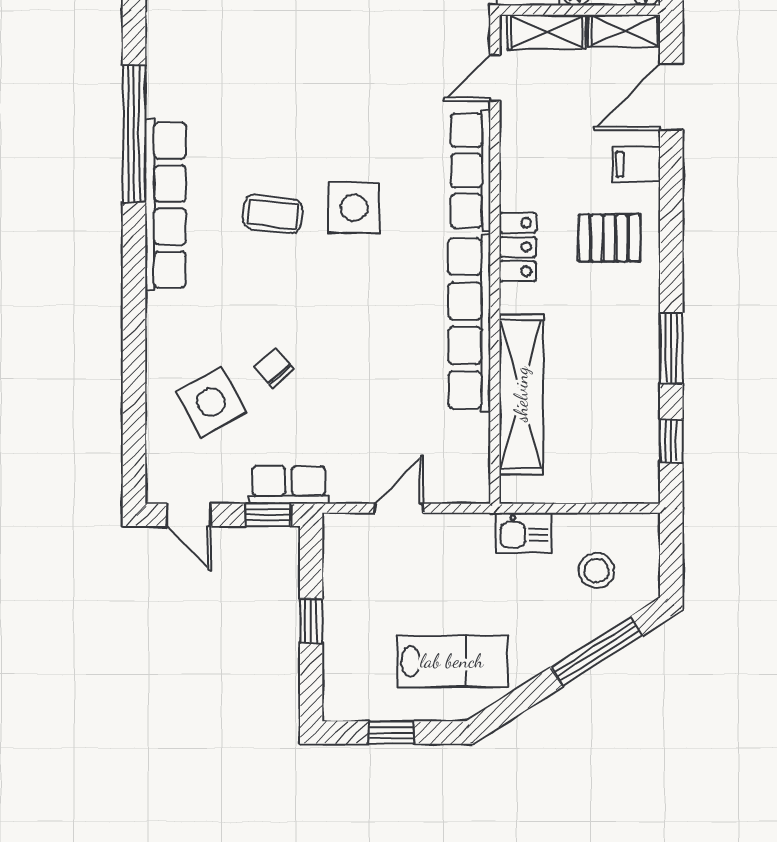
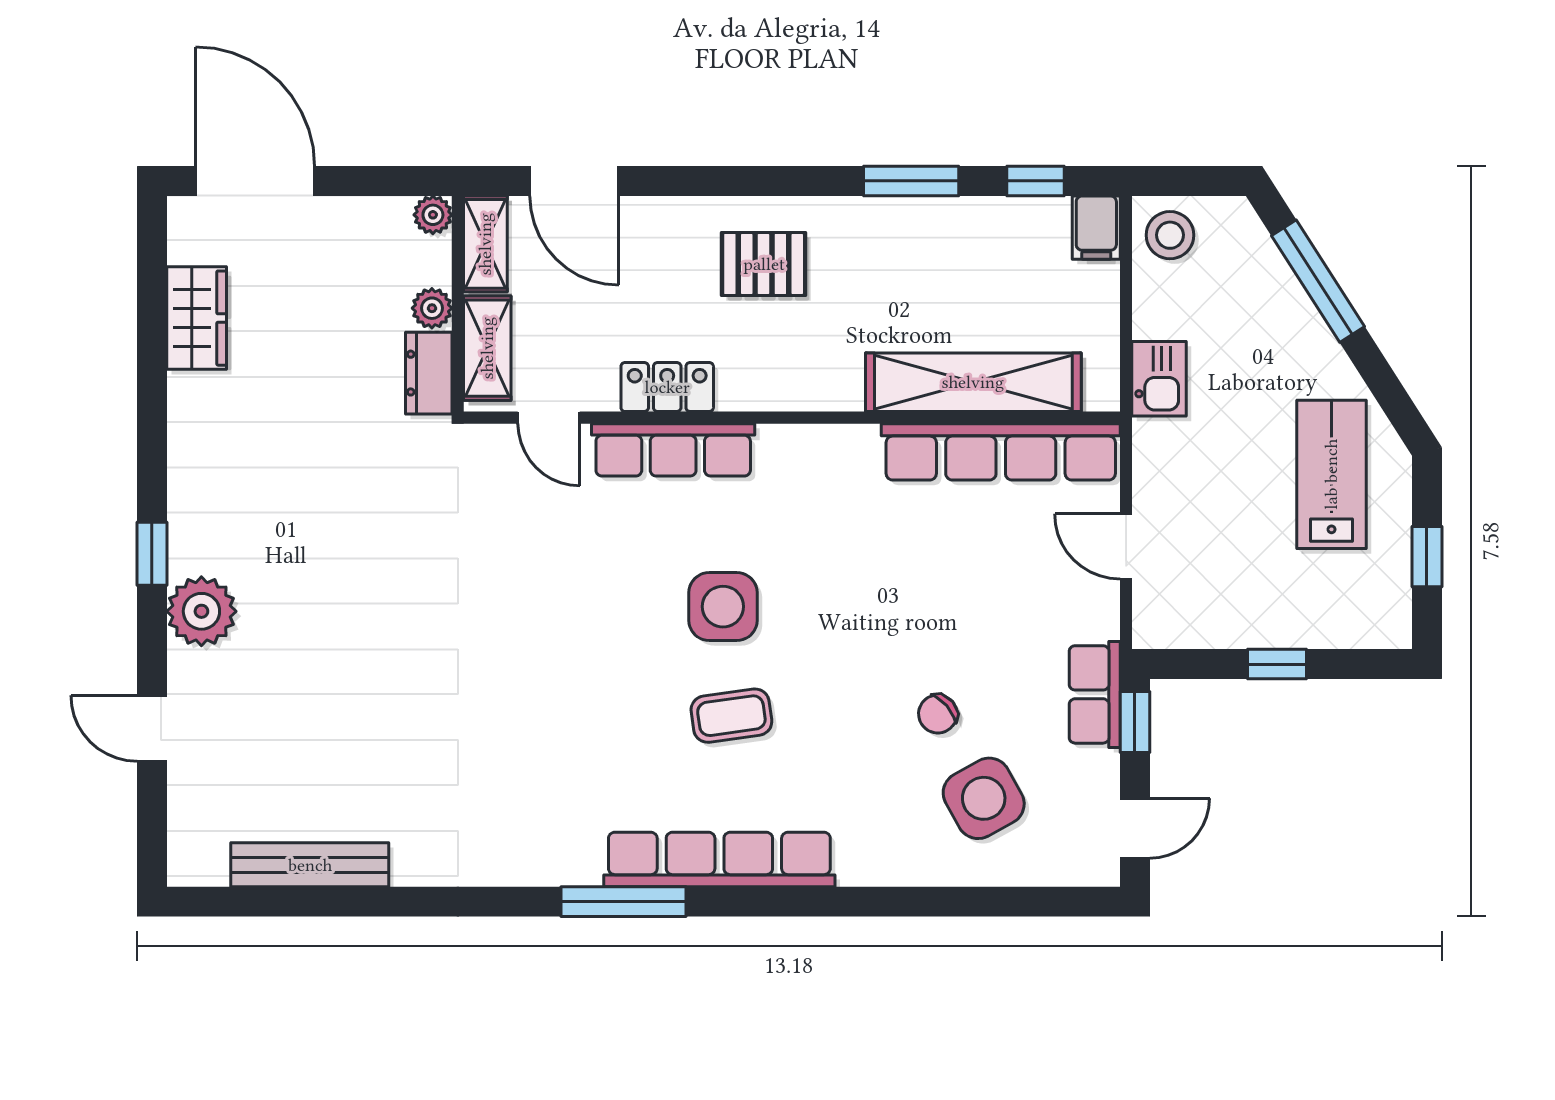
window: (134, 134) -> (624, 902), width x0.68
filing cabinet: (637, 164) -> (1096, 228), moved
coffee table: (273, 214) -> (731, 716), turned 75
pallet: (609, 238) -> (764, 264), turned 90
locker: (518, 247) -> (667, 387), moved
row of seats: (469, 323) -> (1001, 452), moved
stool: (597, 571) -> (1170, 235), moved

